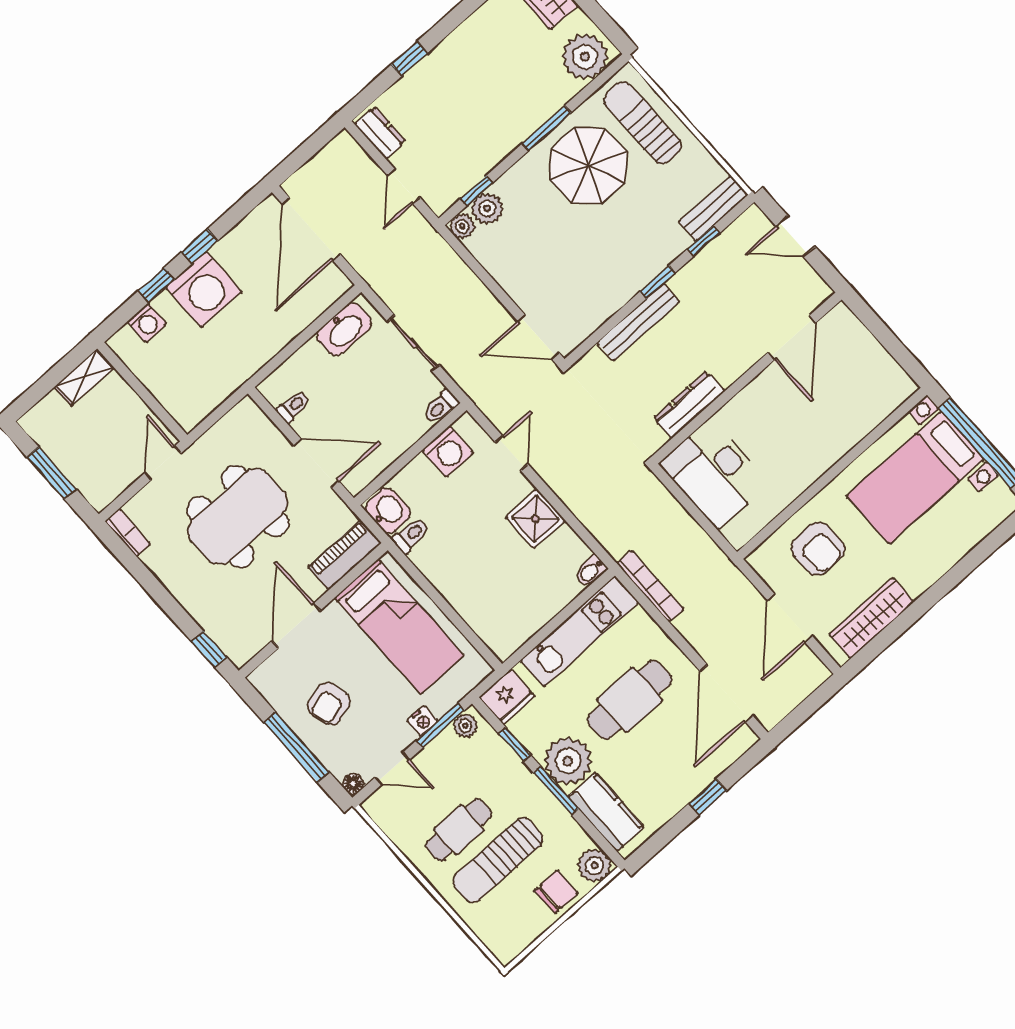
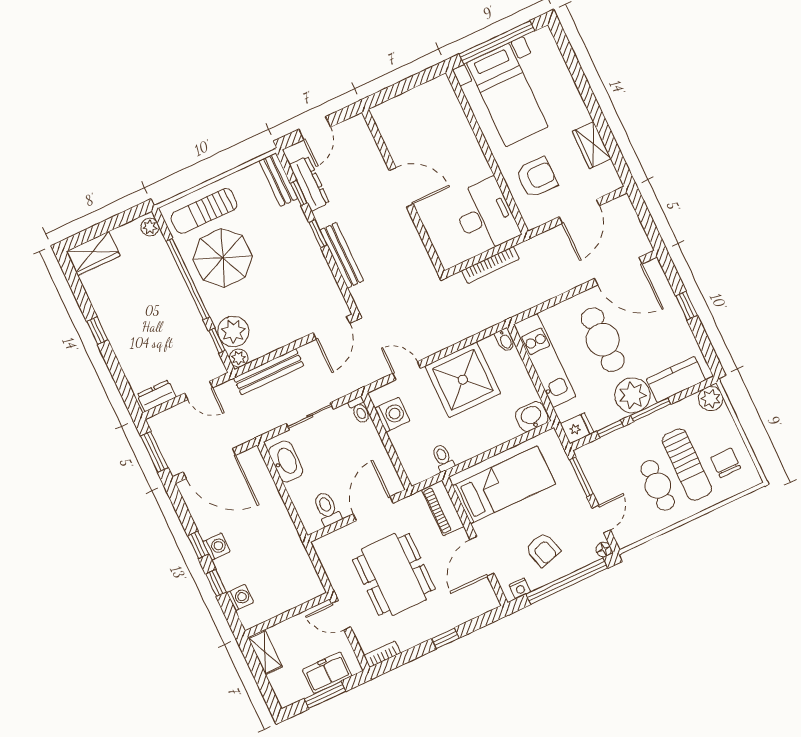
plant: (585, 57) -> (150, 227), width x0.53, depth x0.53
window: (410, 59) -> (97, 331), moved
window: (546, 128) -> (188, 279), width x2.11
window: (305, 152) -> (154, 452), added
plant: (487, 208) -> (233, 331), width x1.36, depth x1.36
bench: (456, 271) -> (269, 372), added
washing machine: (204, 289) -> (217, 547), width x0.53, depth x0.53
door: (792, 338) -> (401, 187), moved
dresser: (689, 405) -> (309, 184), moved, turned 180
toilet: (293, 406) -> (327, 509), width x1.37, depth x1.39
freezer: (82, 467) -> (327, 673), added
desk: (714, 474) -> (485, 216), moved, turned -90
washbasin: (388, 511) -> (532, 417), moved
shower: (535, 519) -> (463, 380), width x1.86, depth x1.86
bookcase: (650, 586) -> (490, 265), moved, turned 180
door: (790, 618) -> (579, 211), hinge flipped
wardrobe: (872, 618) -> (592, 145), width x0.67
door: (296, 626) -> (482, 556), hinge flipped
window: (209, 649) -> (445, 638), moved
fridge: (507, 697) -> (577, 428), width x0.72
nightstand: (422, 721) -> (520, 588), moved, turned 90
plant: (465, 726) -> (587, 460), removed
window: (297, 747) -> (567, 581), width x1.46
chair: (556, 892) -> (726, 463), moved

